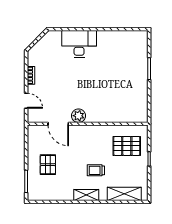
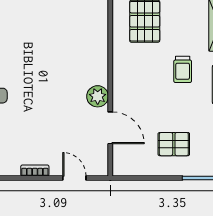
door: (26, 101) -> (74, 178), hinge flipped
door: (58, 124) -> (110, 128), hinge flipped

